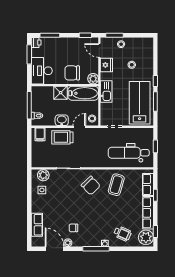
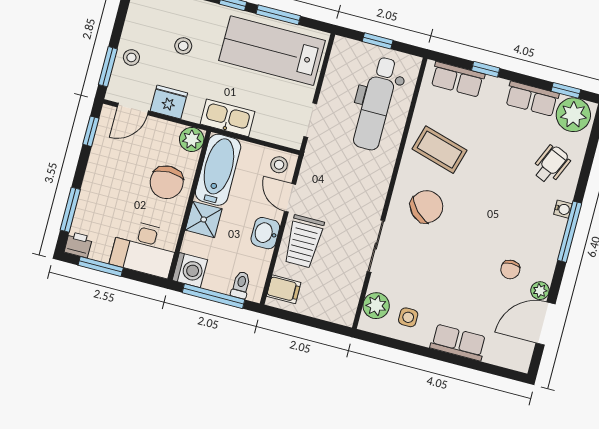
washing machine: (38, 92) -> (190, 270), added
row of seats: (148, 213) -> (532, 99), width x0.68
row of seats: (37, 225) -> (458, 342), moved

